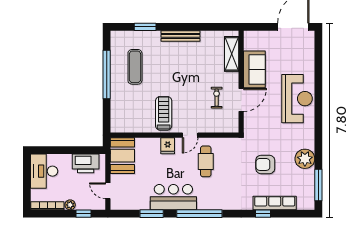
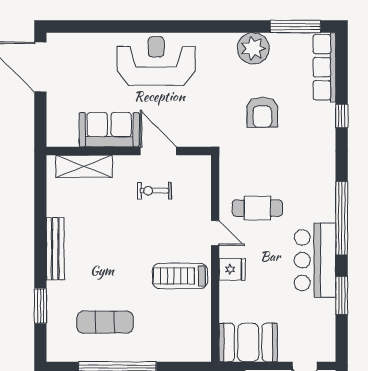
row of seats: (275, 203) -> (324, 67), moved

